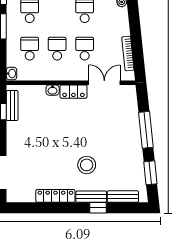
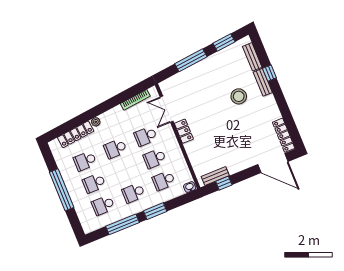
washbasin: (53, 90) -> (190, 149), removed
locker: (55, 196) -> (284, 135), moved

